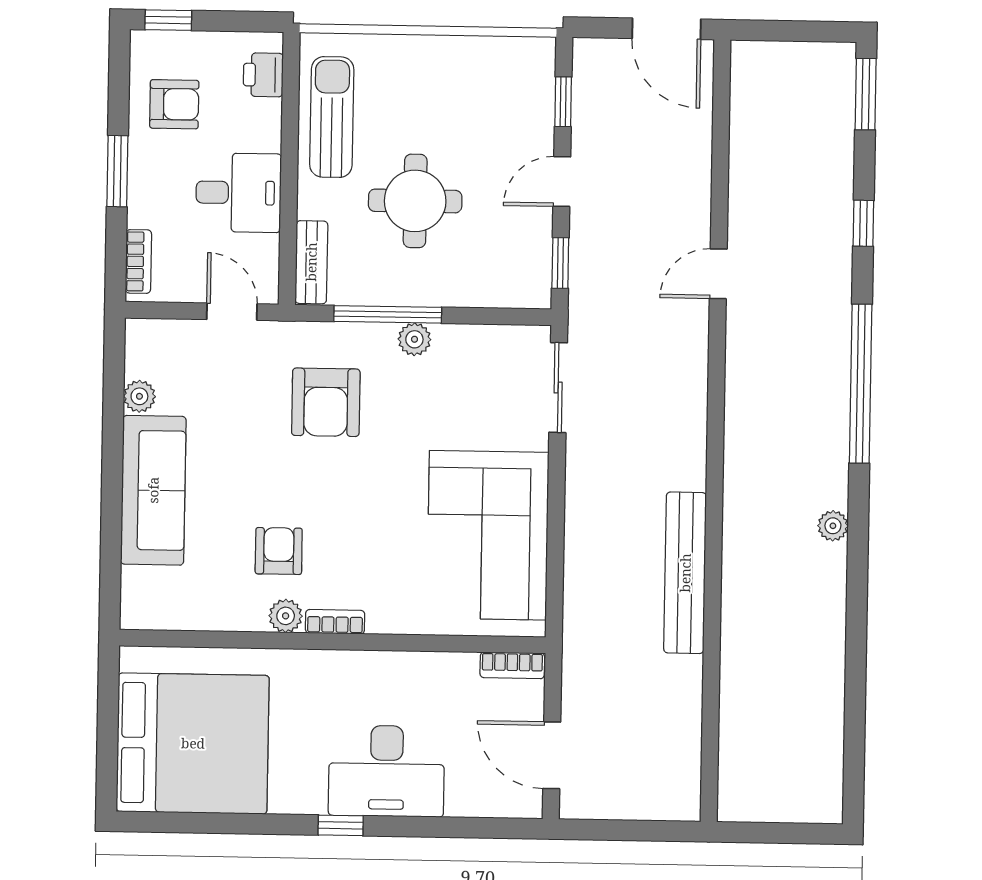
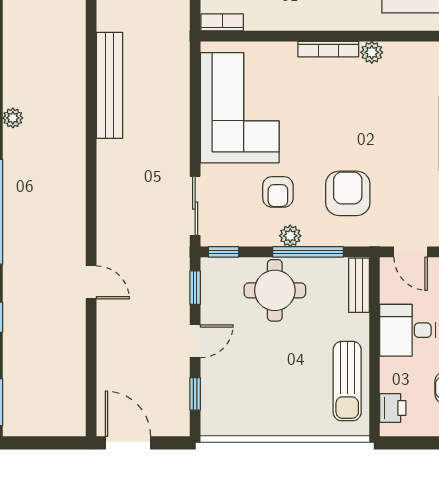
round table: (415, 201) -> (275, 290), moved
door: (718, 274) -> (91, 282), hinge flipped
window: (516, 317) -> (223, 252), added
armchair: (279, 551) -> (278, 192), moved
bookcase: (335, 622) -> (328, 49), width x1.56

